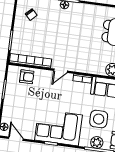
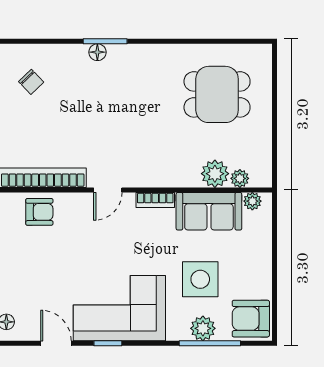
door: (16, 139) -> (56, 343), moved

